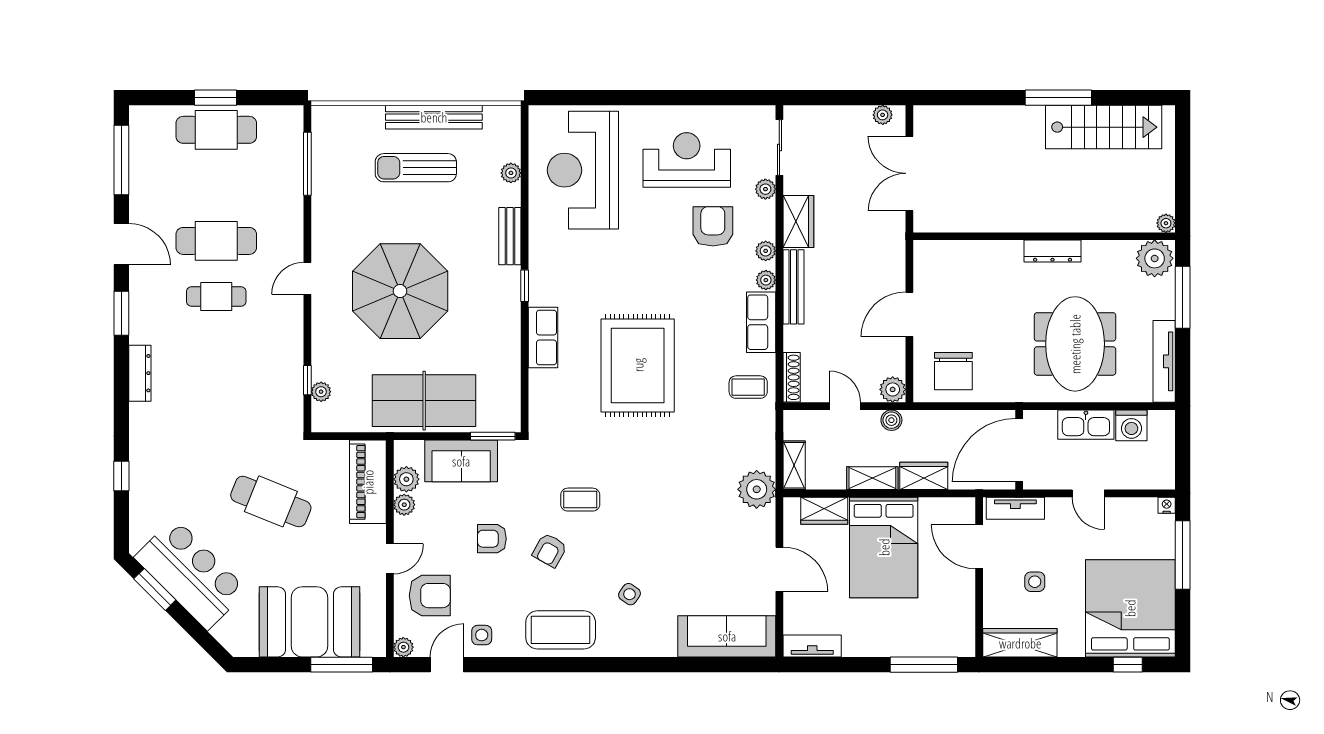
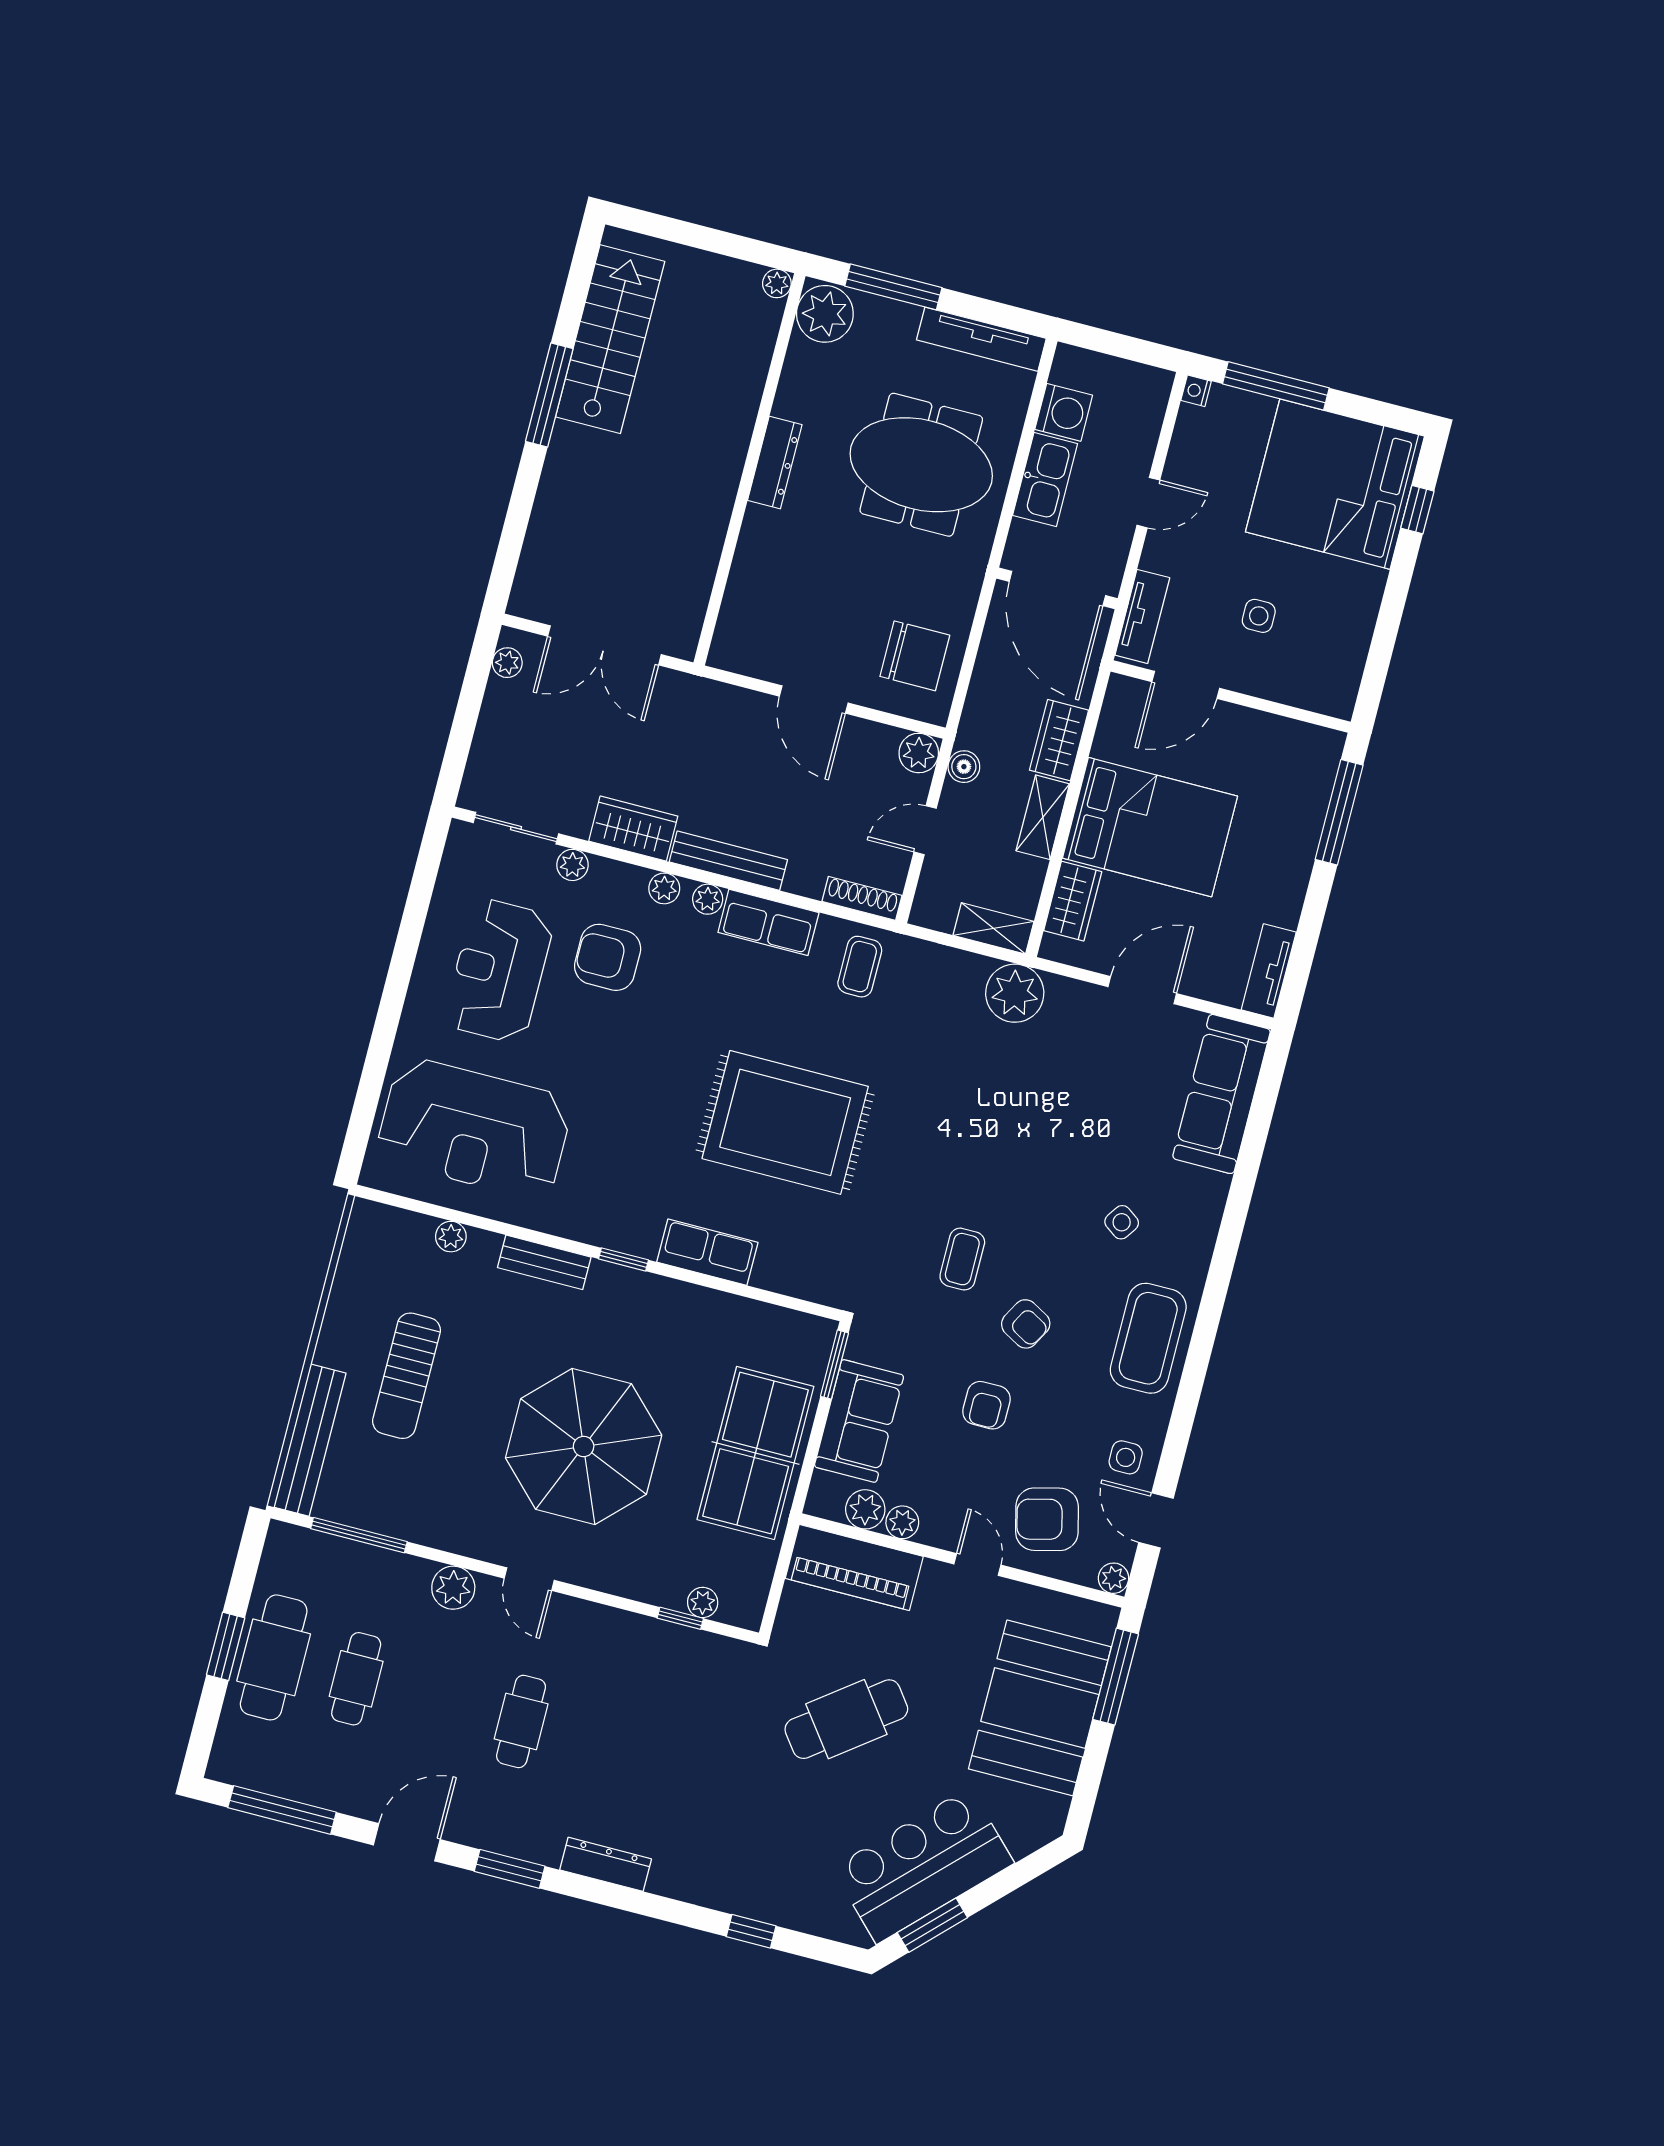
bench: (434, 117) -> (310, 1440), moved
plant: (290, 232) -> (453, 1588), added
cafe table: (216, 241) -> (356, 1679), moved, width x0.73, depth x0.74
cafe table: (271, 501) -> (846, 1719), turned 31
armchair: (430, 596) -> (1047, 1519), turned -104
wardrobe: (1020, 643) -> (1344, 661), removed

